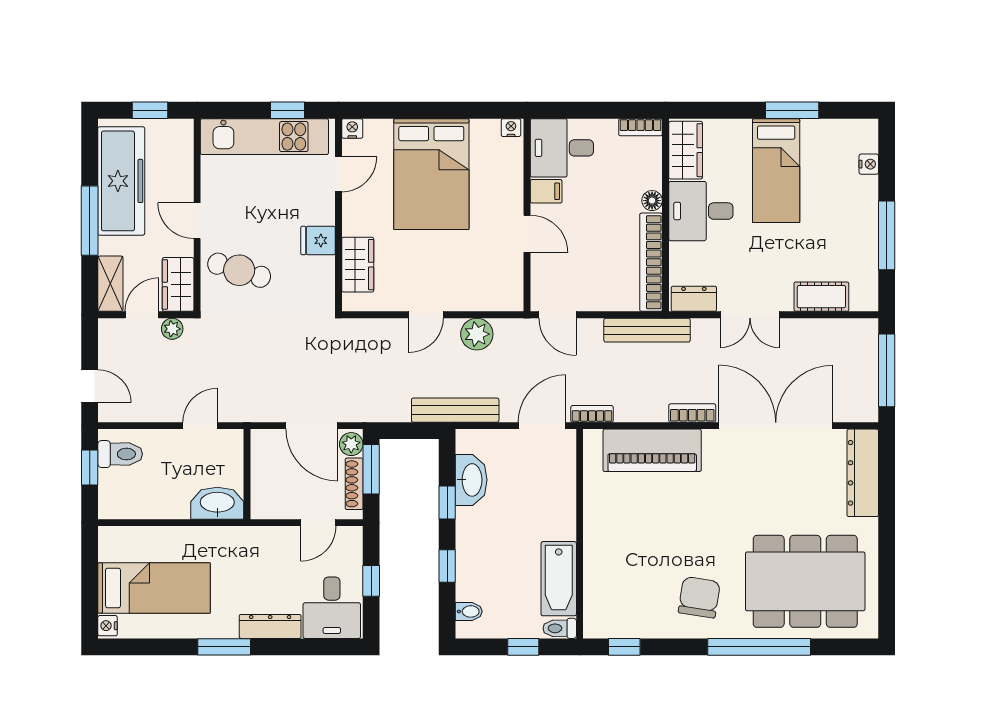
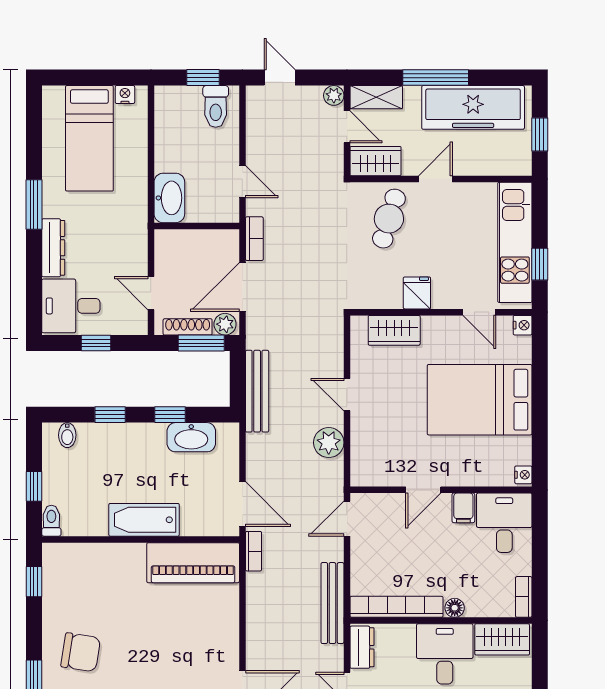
plant: (172, 329) -> (334, 95), moved
door: (90, 386) -> (280, 78), swing flipped
bench: (455, 410) -> (257, 391), moved
bookcase: (692, 413) -> (254, 239), moved
piano: (652, 450) -> (193, 563), moved, turned -90
bathtub: (559, 579) -> (144, 520), moved
nightstand: (108, 626) -> (125, 95), moved

